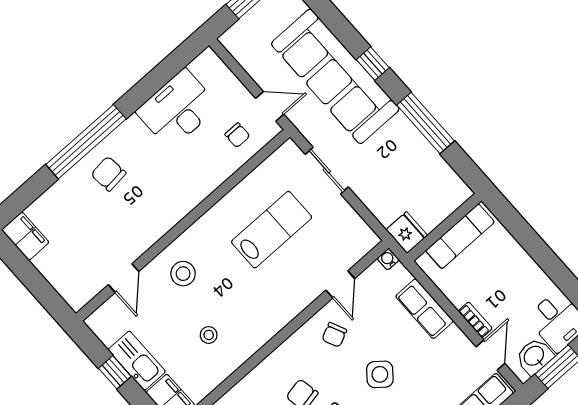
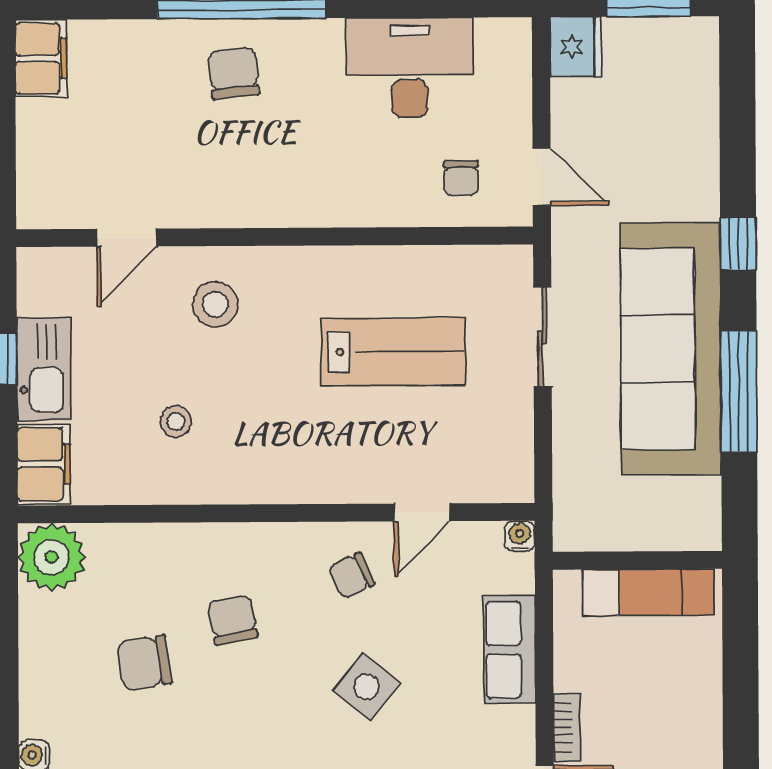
sofa: (335, 76) -> (671, 349), moved
fridge: (407, 233) -> (576, 47), moved

